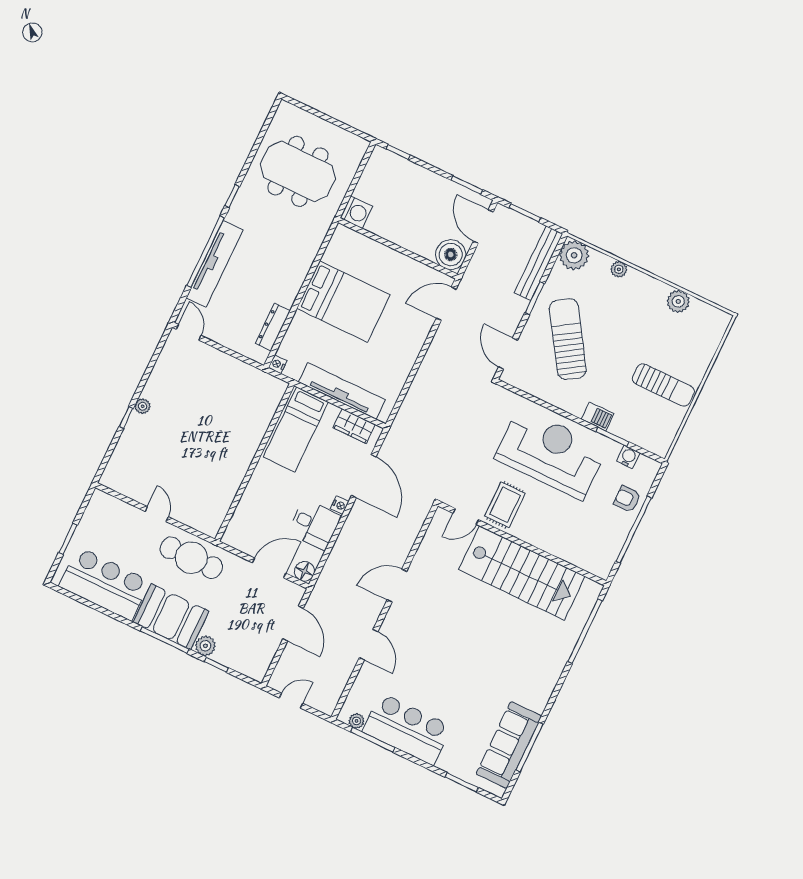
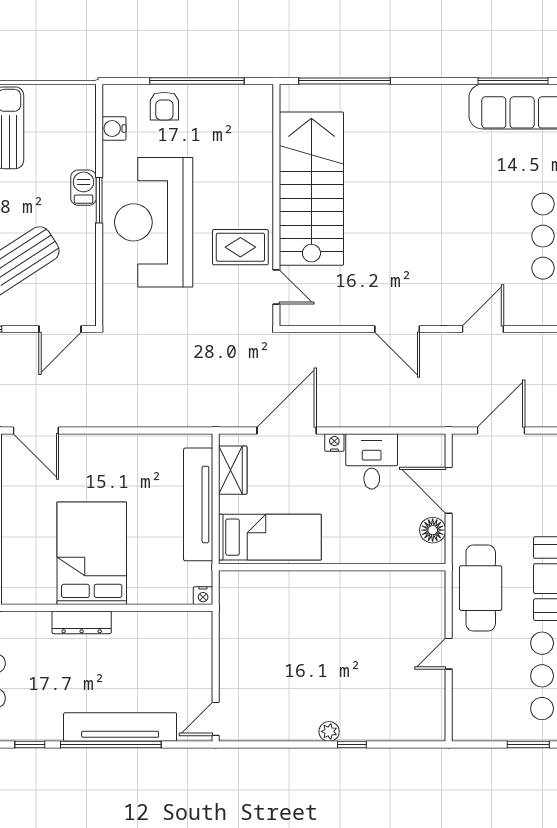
dresser: (273, 327) -> (82, 622), moved
window: (612, 437) -> (99, 200), moved
floor lamp: (304, 571) -> (433, 530), moved

